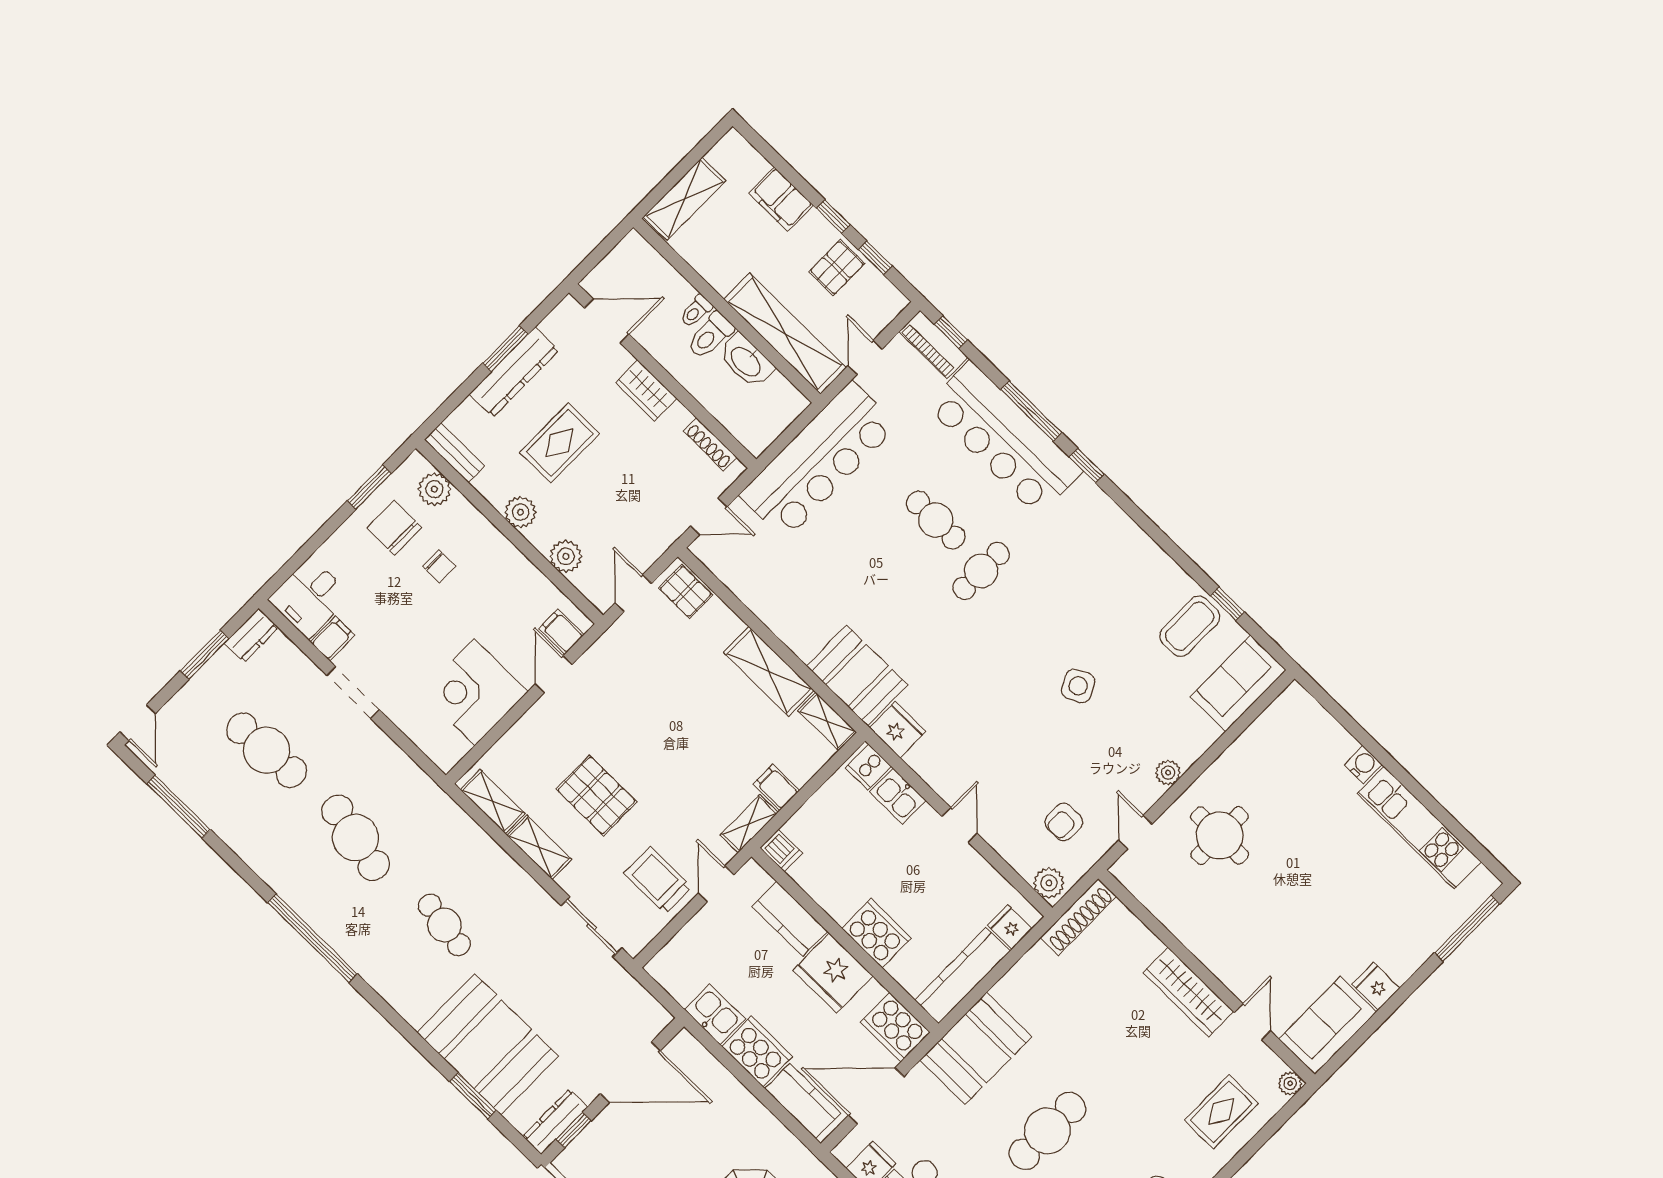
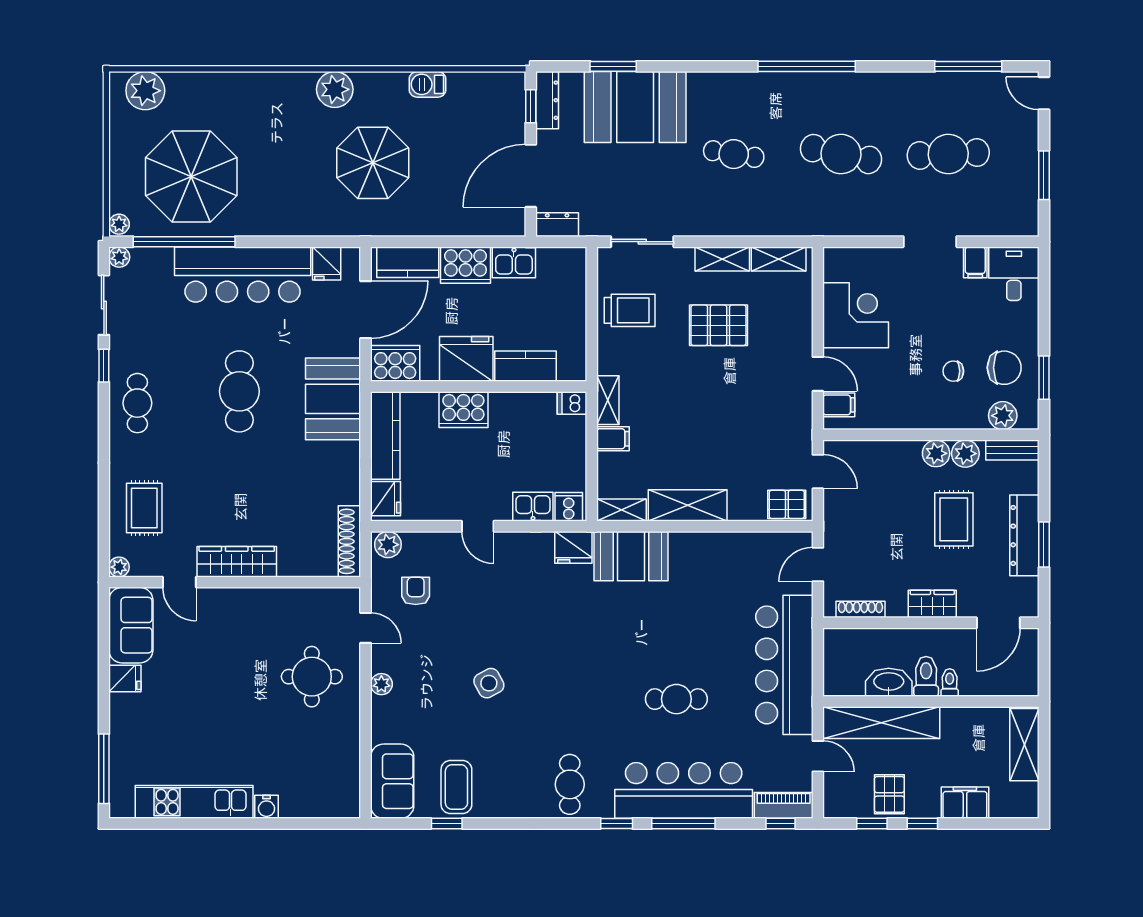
plant: (566, 556) -> (965, 454), moved
cafe table: (981, 571) -> (570, 784), moved
dresser: (251, 635) -> (557, 225), moved, turned 90
door: (716, 884) -> (592, 343), removed
fridge: (1010, 927) -> (385, 499), width x1.38

